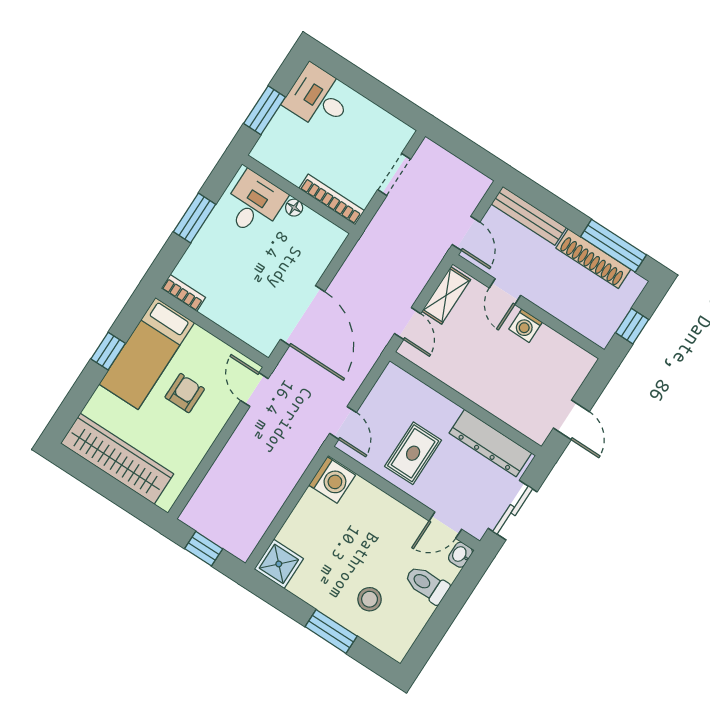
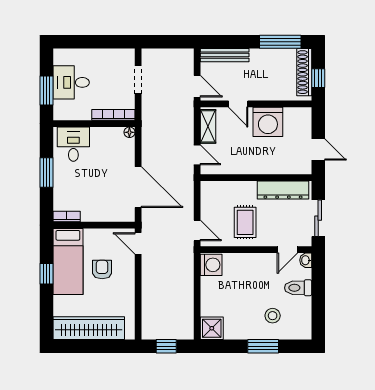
desk: (319, 98) -> (71, 82), moved
floor lamp: (294, 208) -> (129, 132), moved
shoe rack: (593, 259) -> (304, 72), moved, turned 90
washing machine: (526, 326) -> (268, 122), width x1.89, depth x1.89

